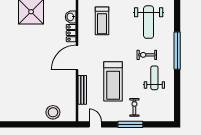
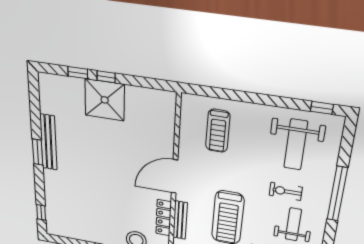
washbasin: (71, 17) -> (167, 117), removed
locker: (71, 33) -> (164, 218), moved, width x1.53

